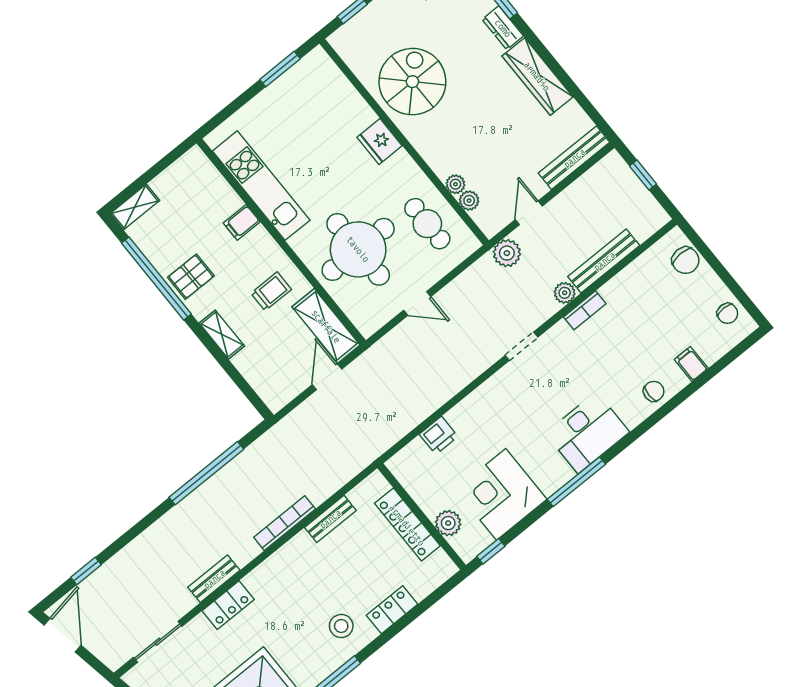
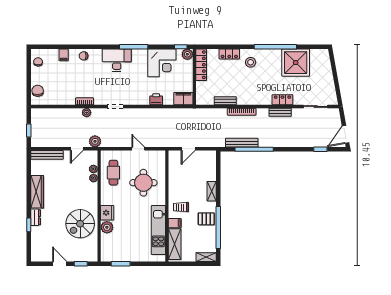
plant: (359, 115) -> (107, 227), added
round table: (358, 249) -> (143, 183), width x0.73, depth x0.73
bench: (604, 261) -> (242, 143), moved
trolley: (271, 291) -> (181, 207), moved
shelving: (326, 326) -> (175, 244), moved
printer: (439, 435) -> (156, 99), moved
filing cabinet: (410, 461) -> (183, 99), added
plant: (448, 523) -> (187, 54), moved
locker: (407, 525) -> (201, 65), moved

